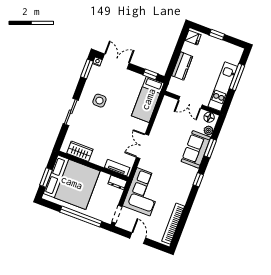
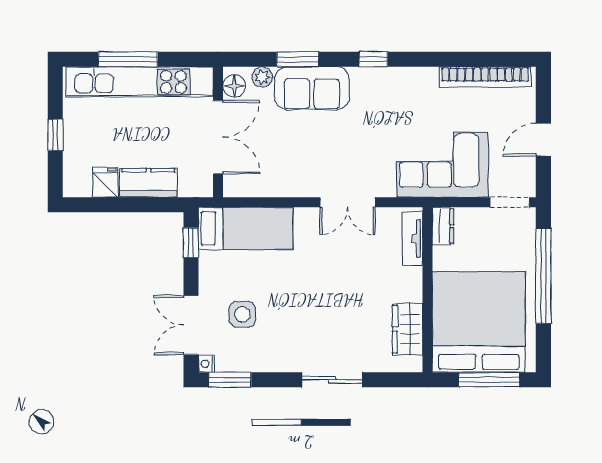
fridge: (193, 38) -> (105, 182), moved
kitchen unit: (223, 87) -> (140, 82), width x1.36
side table: (99, 101) -> (242, 314), moved
double door: (190, 102) -> (218, 137), width x1.37
window: (46, 177) -> (489, 380), width x1.44

